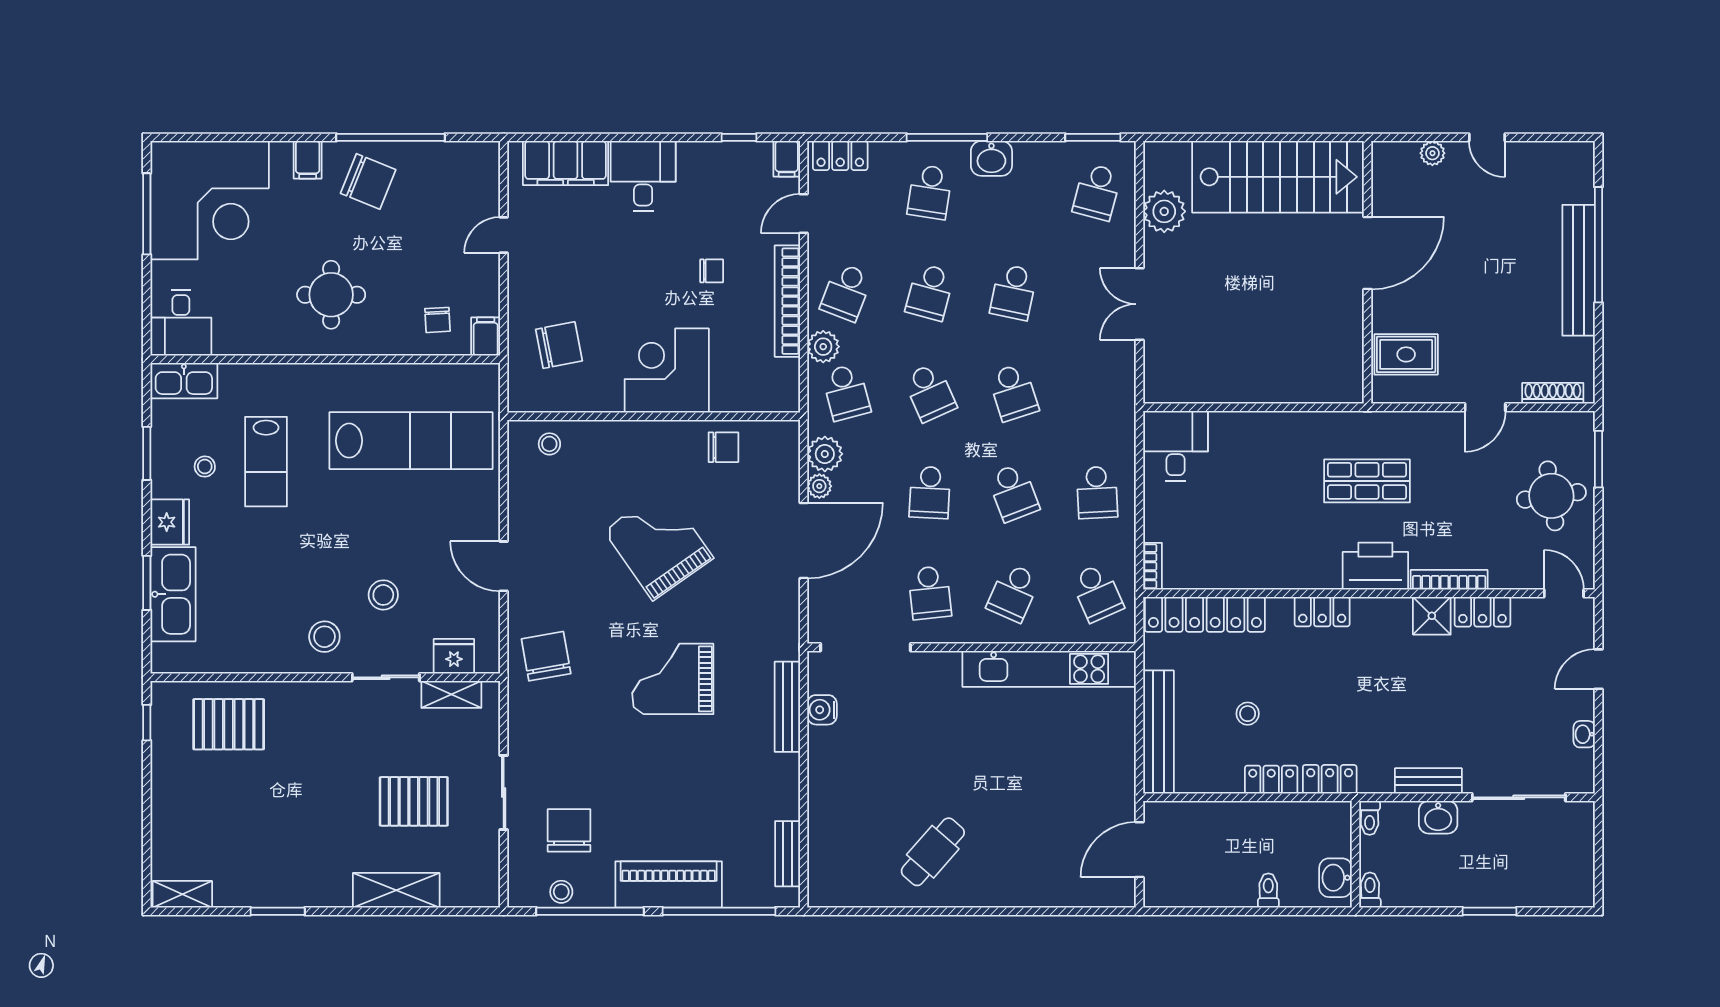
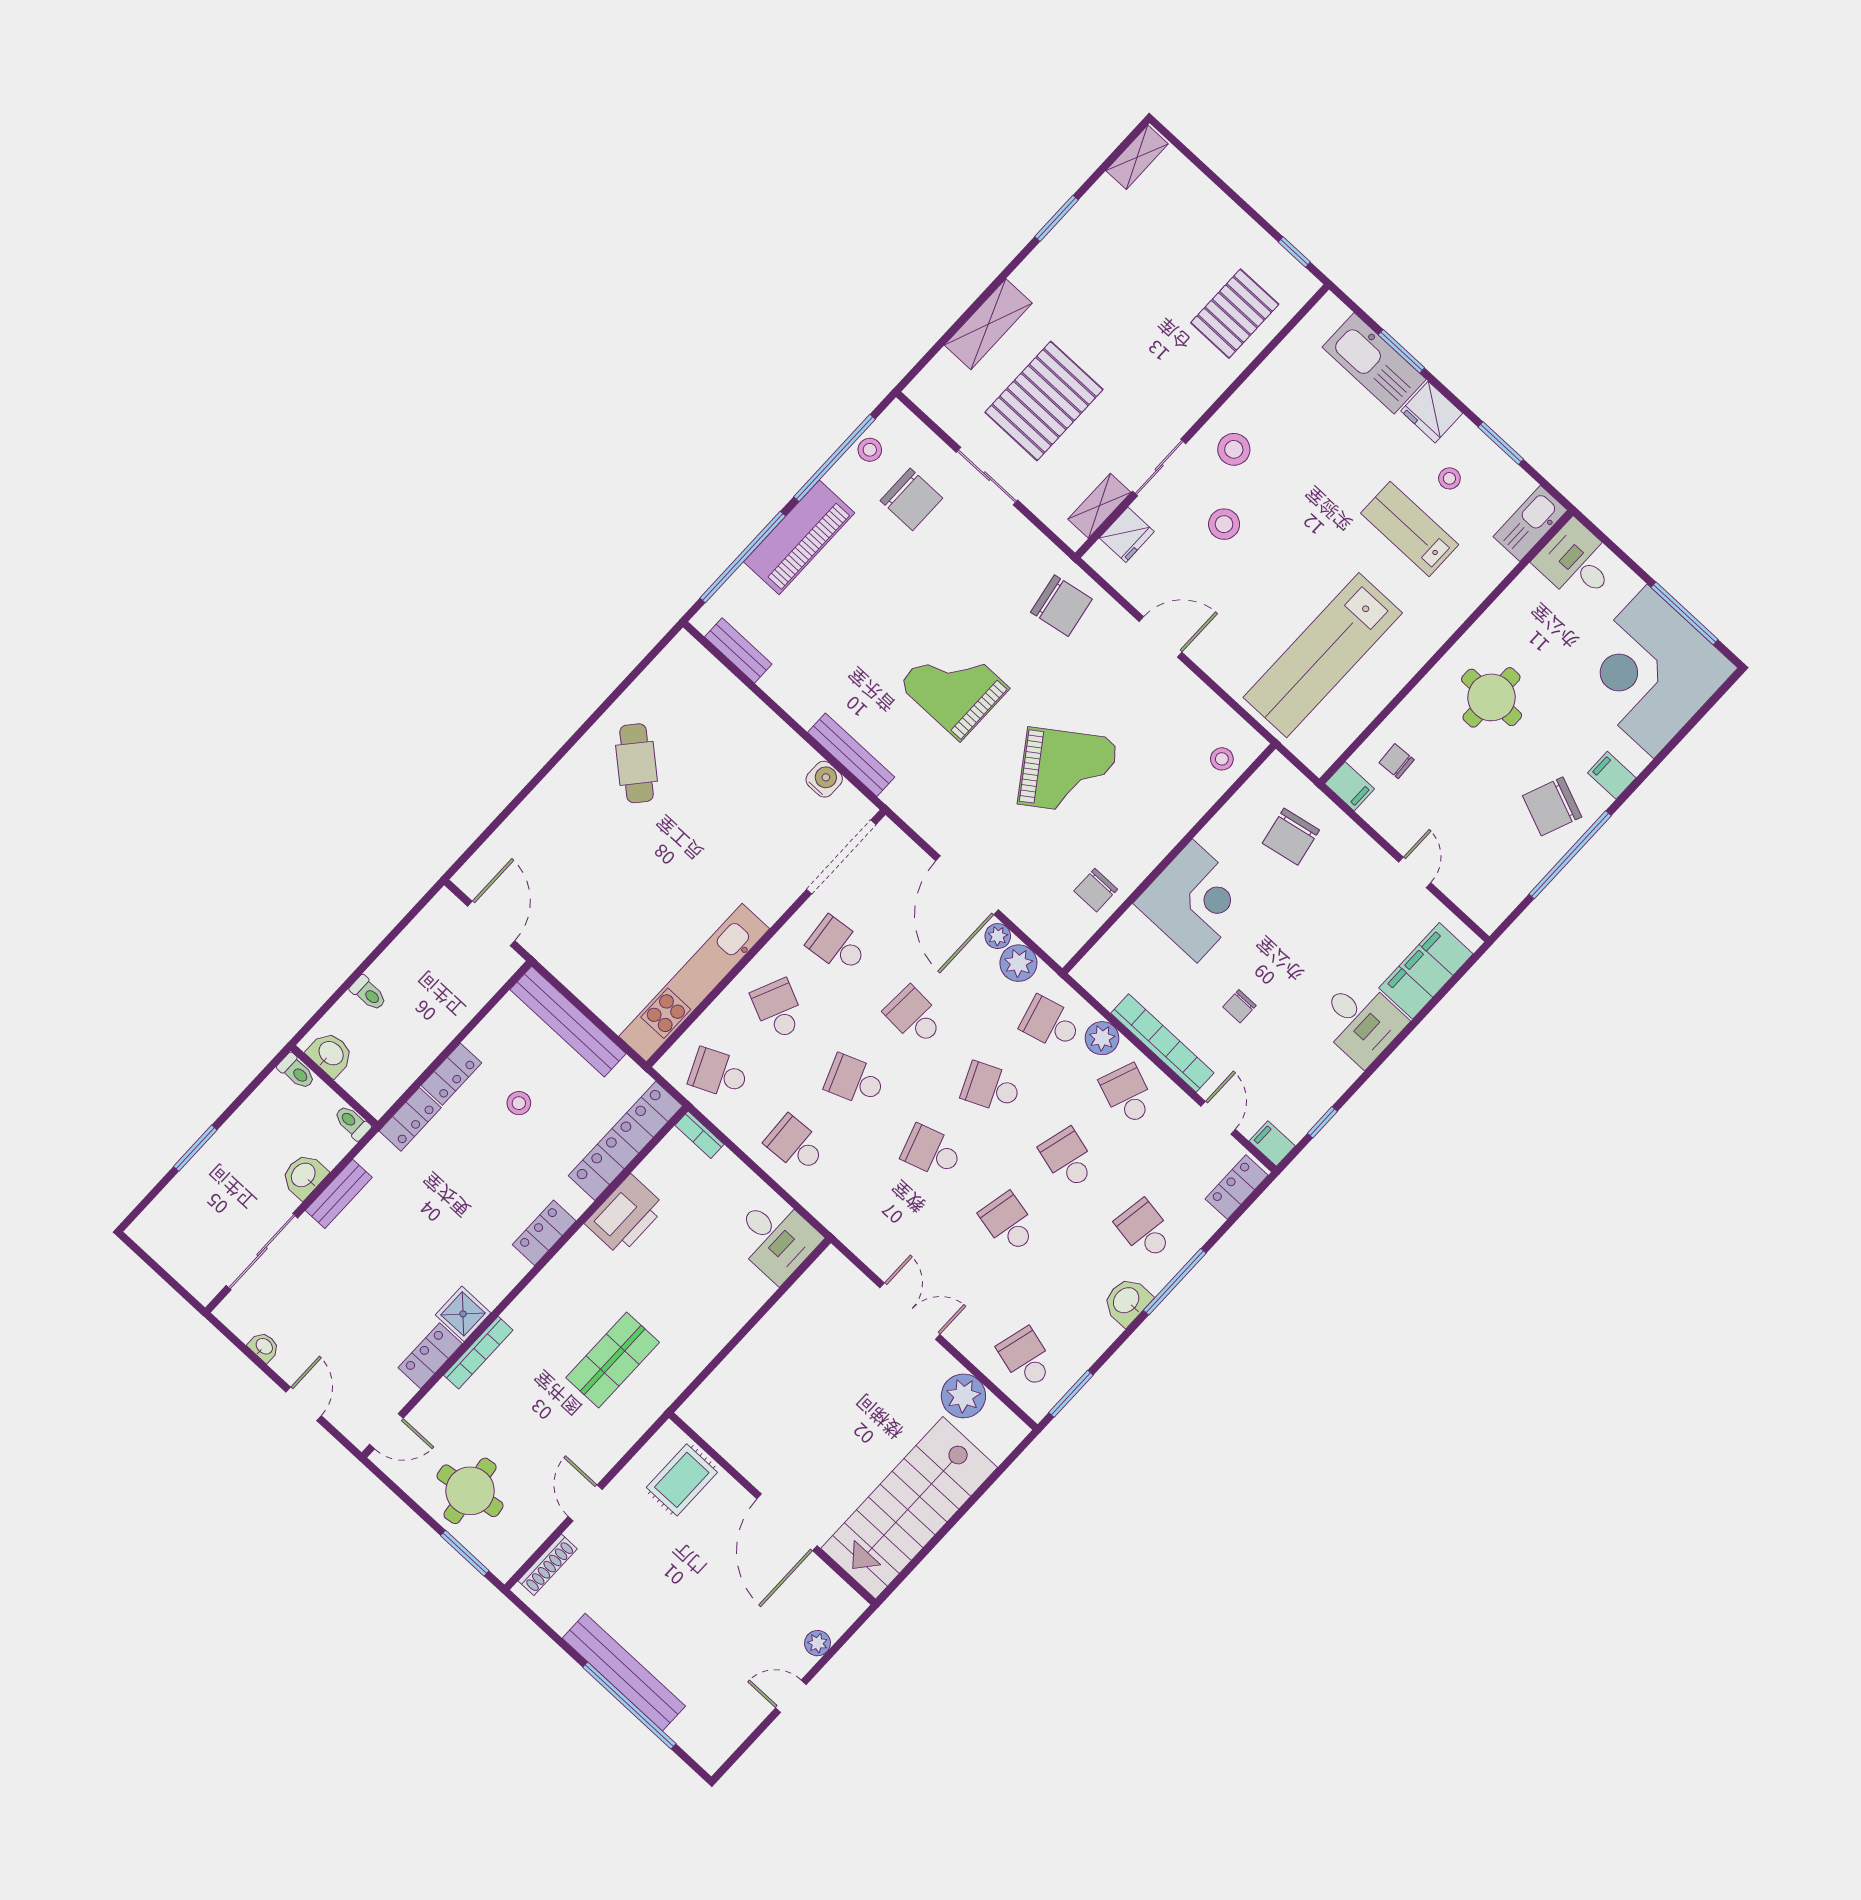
printer: (1375, 566) -> (625, 1215), moved
grand piano: (673, 679) -> (954, 687), turned -90
pallet: (414, 801) -> (1044, 401), width x1.37, depth x1.41

